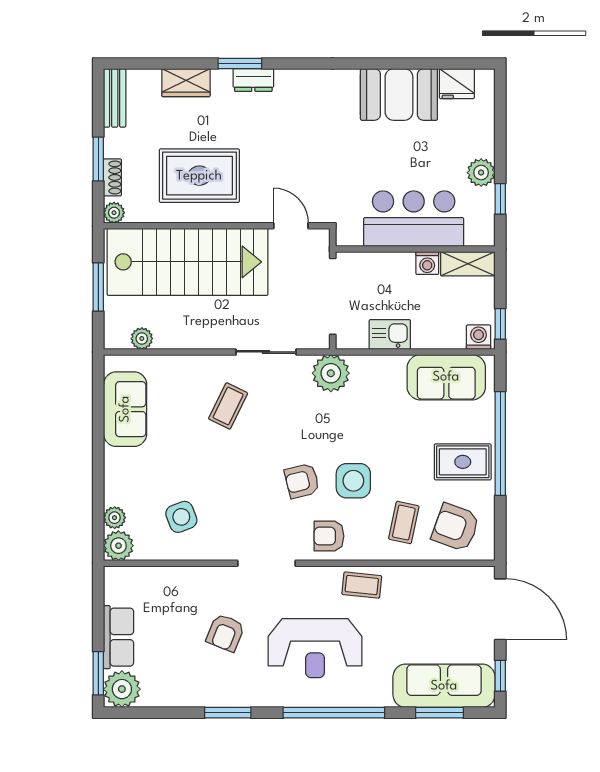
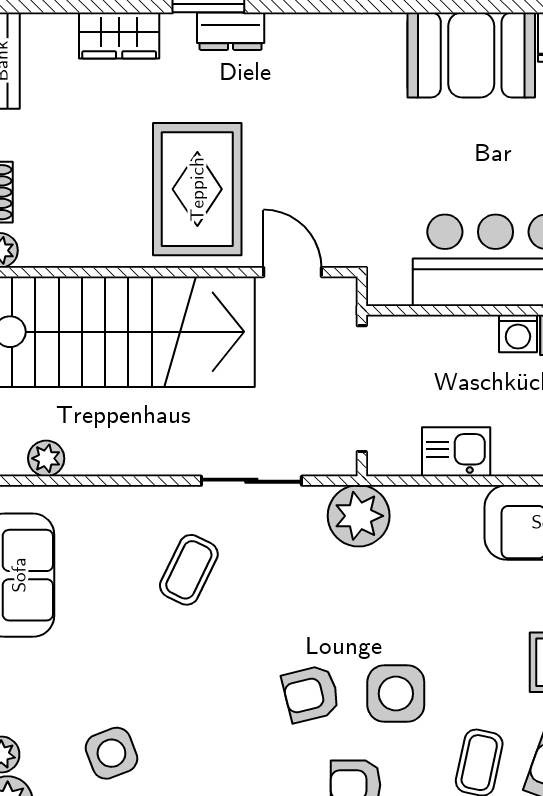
rug: (199, 176) -> (197, 189), moved, turned 90

